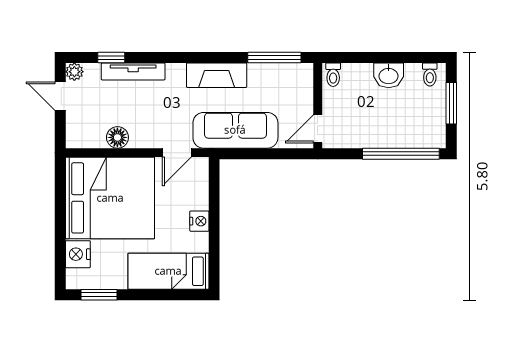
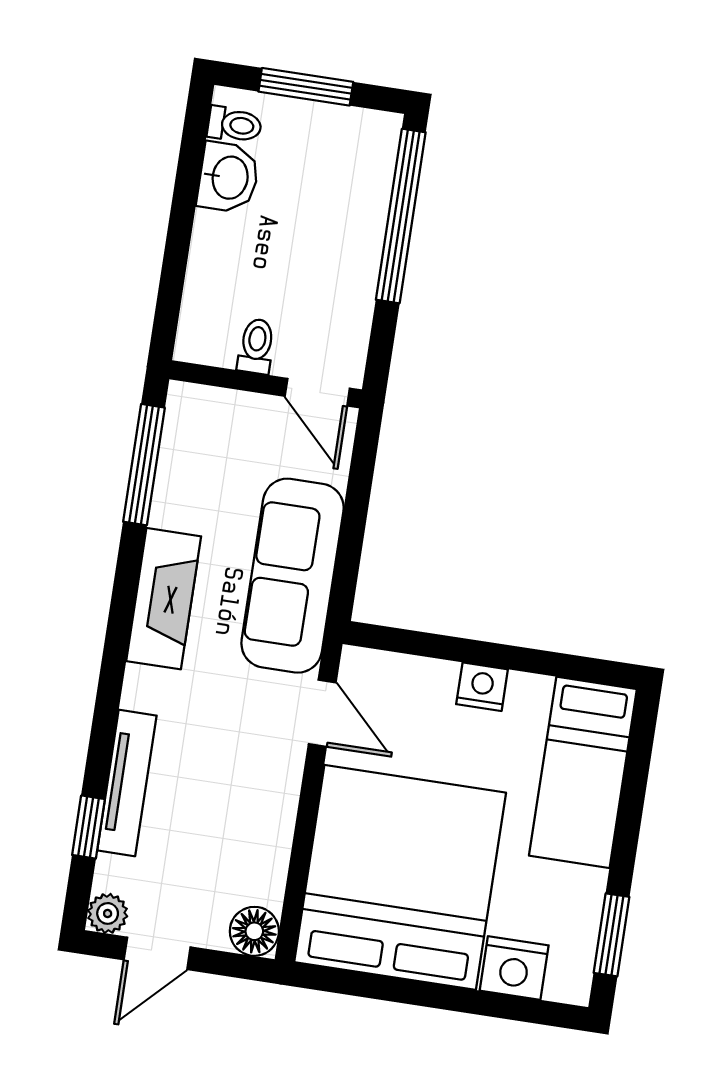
toilet: (333, 75) -> (256, 346), moved, turned -90
washbasin: (389, 75) -> (228, 177), moved
floor lamp: (117, 137) -> (254, 931), moved

